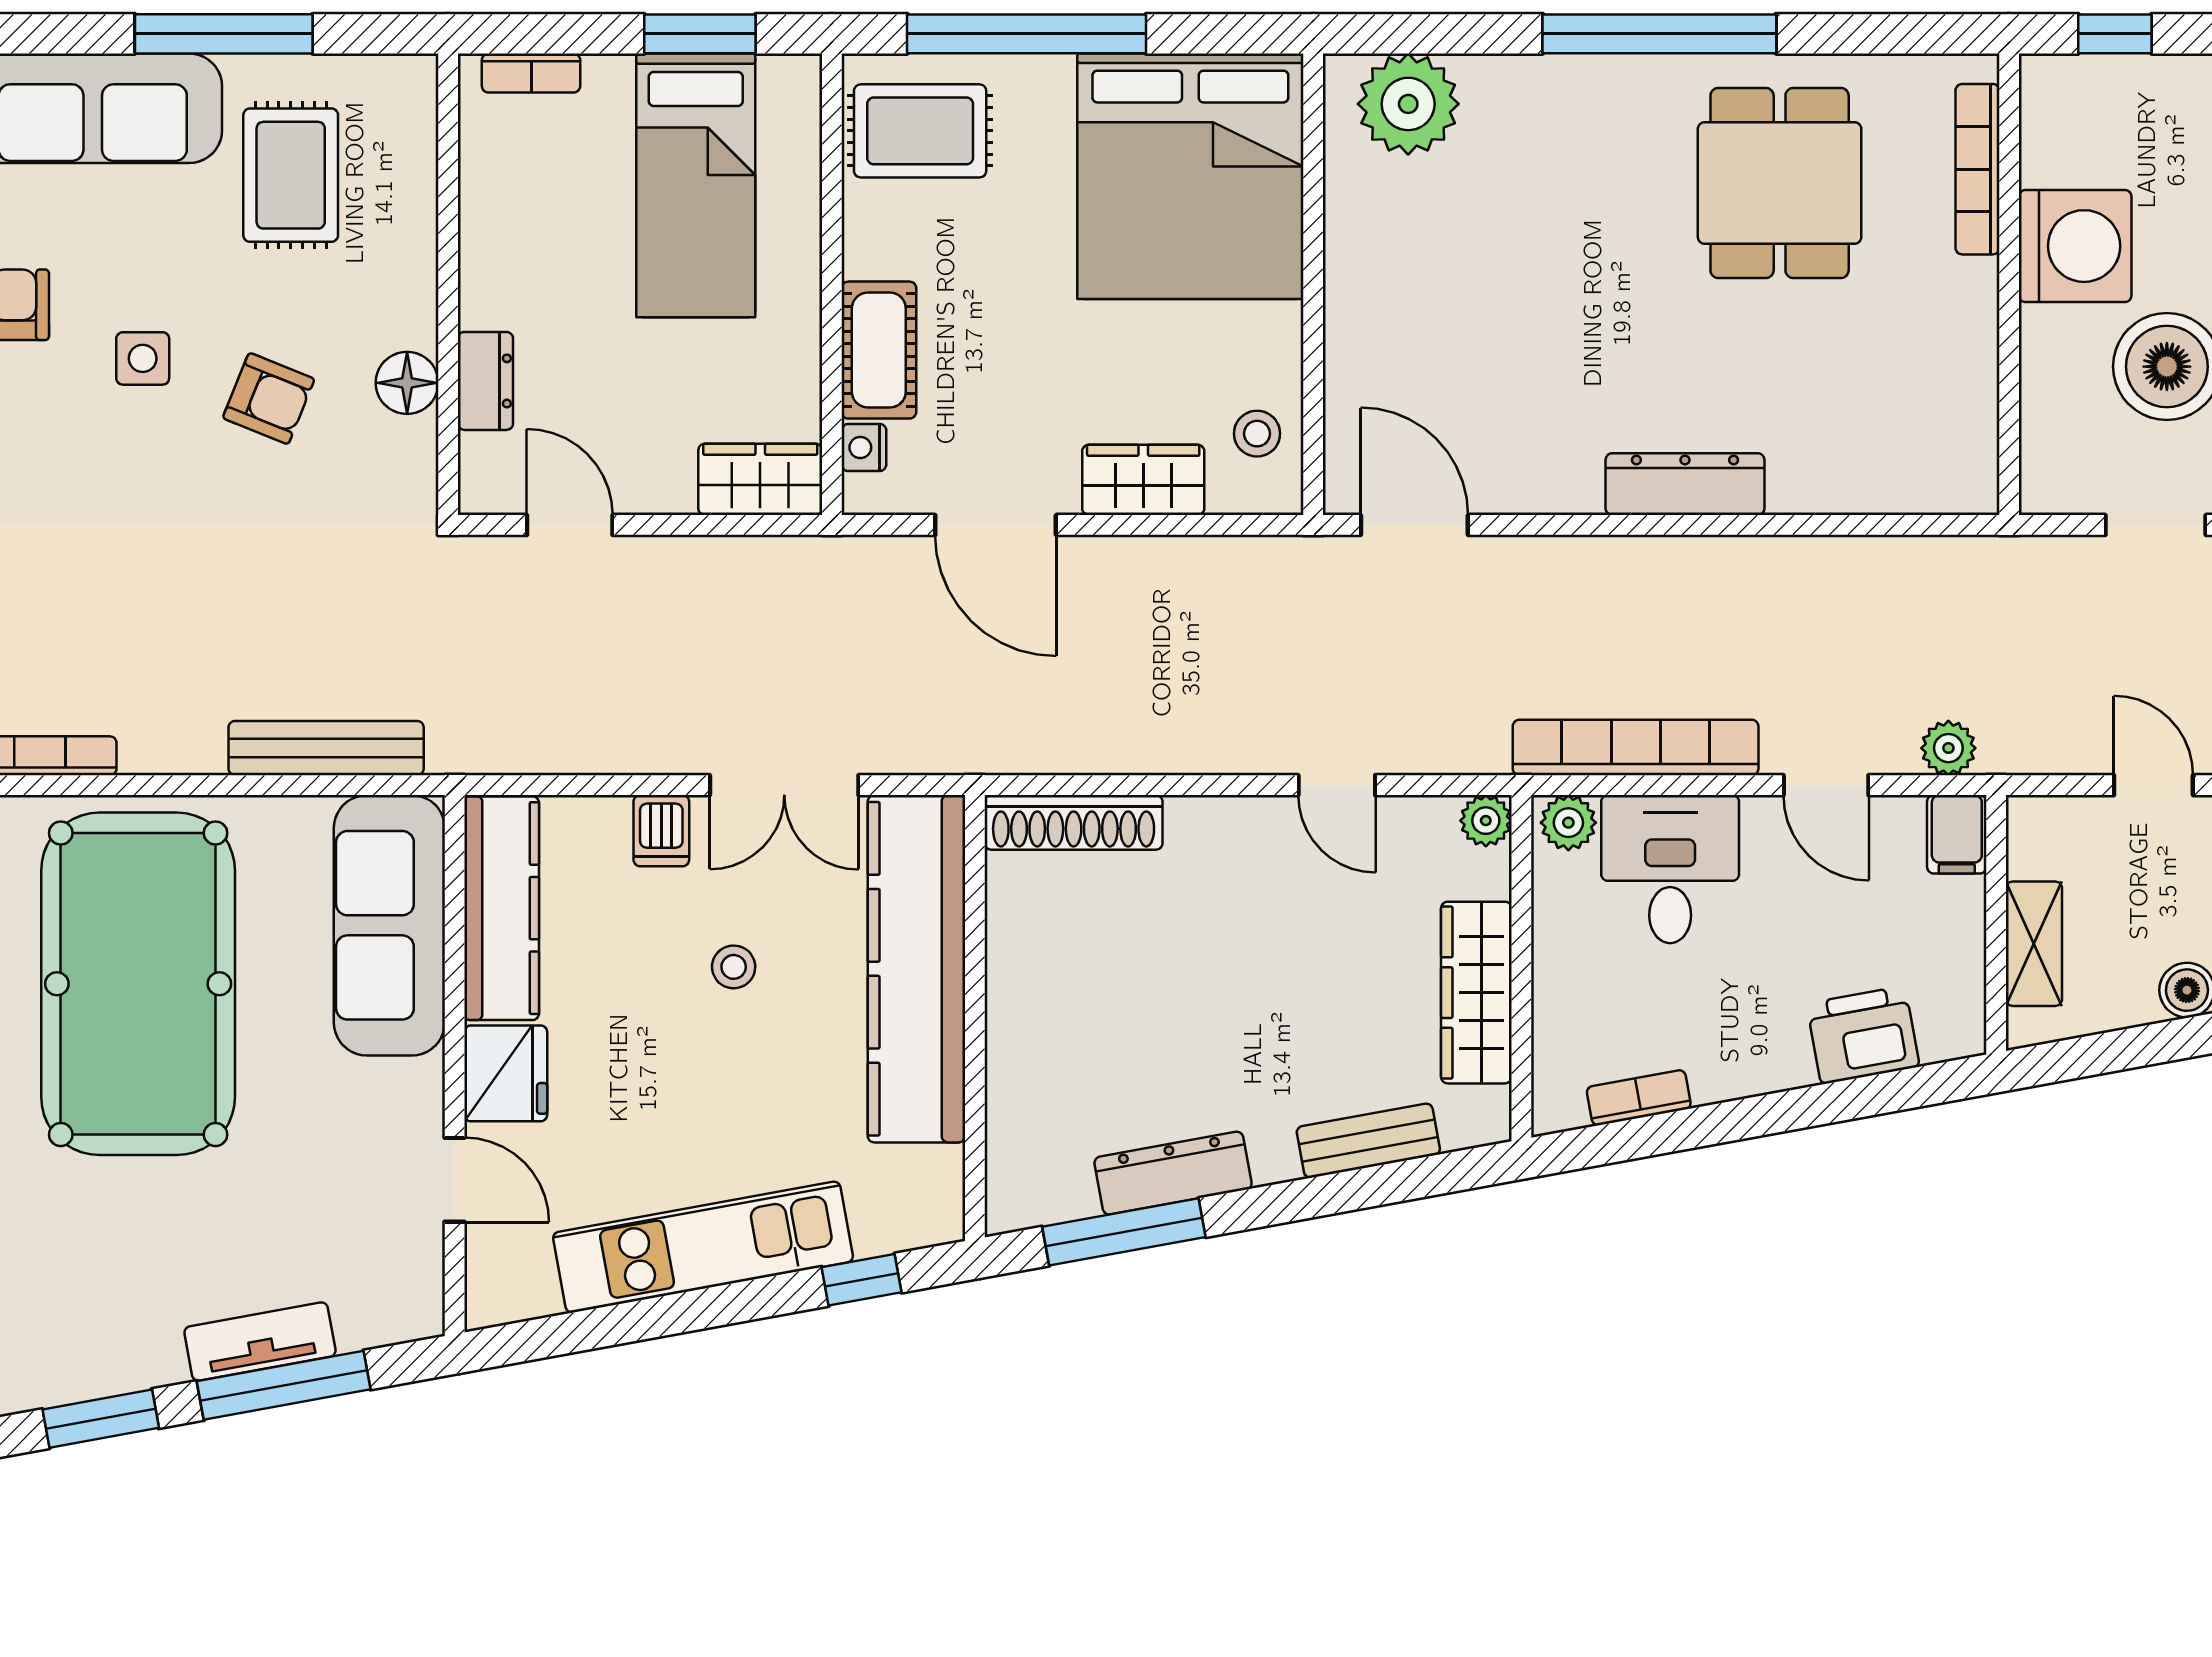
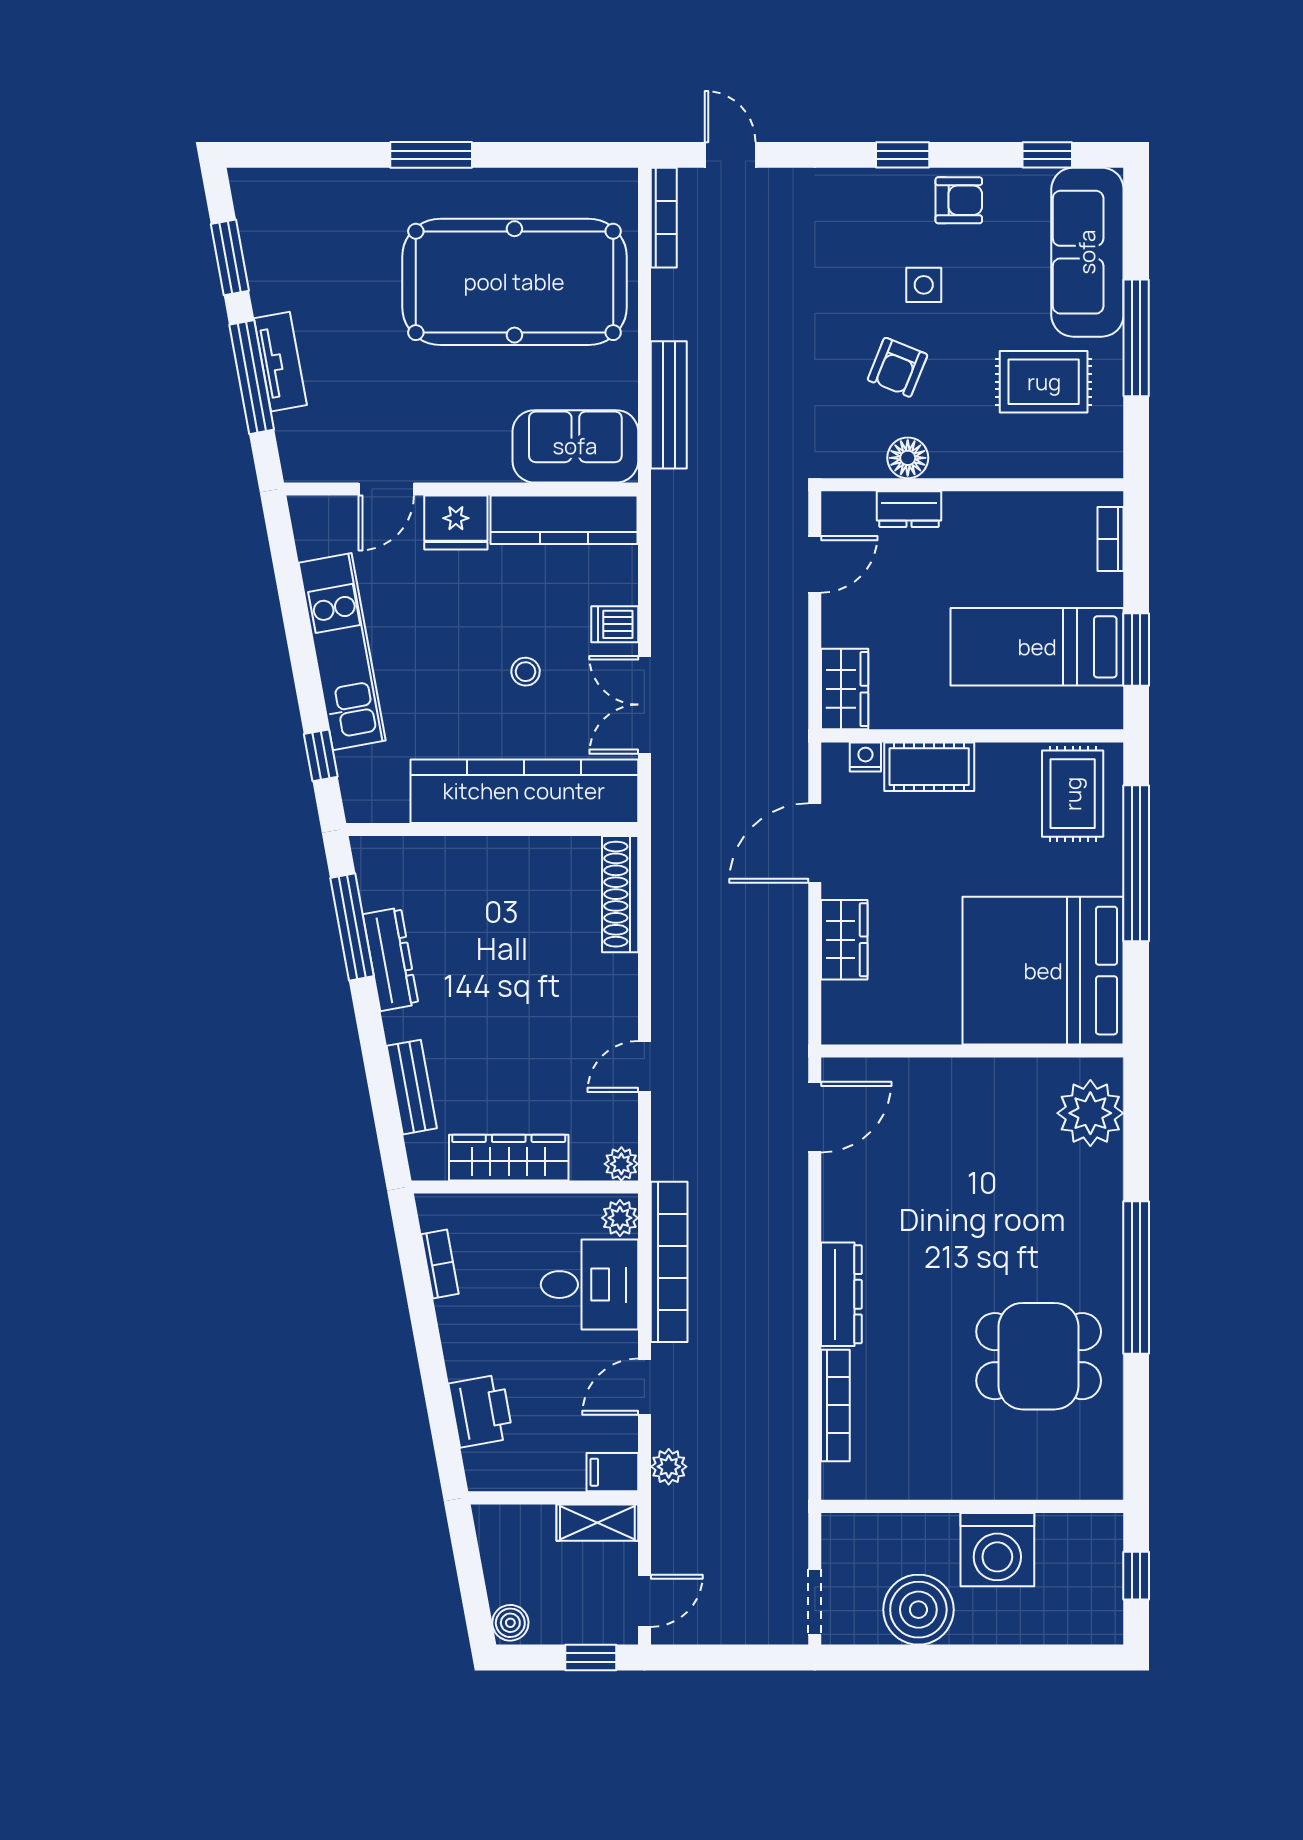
bookcase: (1978, 169) -> (835, 1405), moved, turned 90
stool: (1257, 434) -> (875, 1014), removed
sofa: (389, 925) -> (575, 446), width x0.73
shelving: (2034, 944) -> (597, 1523), moved

